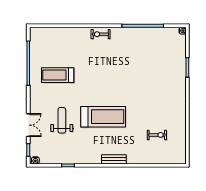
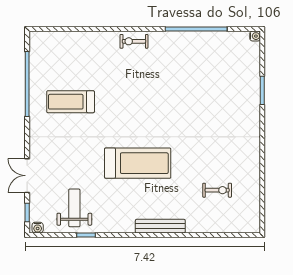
weight bench: (62, 120) -> (74, 208), moved
double door: (28, 125) -> (27, 176), swing flipped
bench: (114, 159) -> (160, 226), width x1.36

